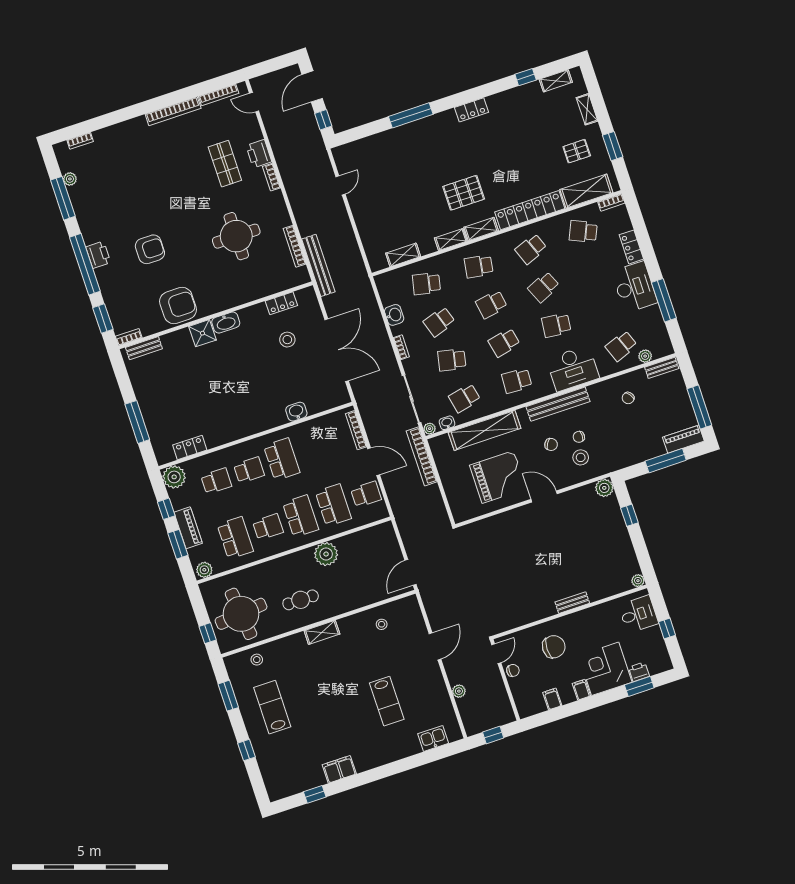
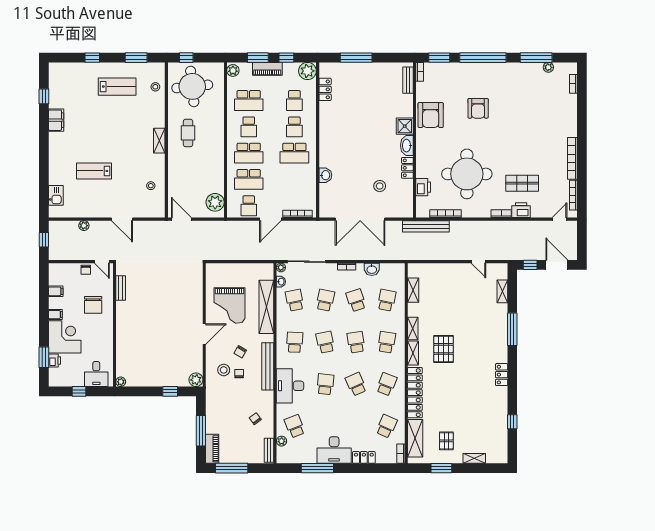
shelving: (556, 81) -> (502, 291), moved
round table: (236, 236) -> (467, 174), width x1.36, depth x1.36
school desk: (531, 249) -> (387, 384), turned 42
printer: (98, 255) -> (423, 187), moved, turned -90
locker: (281, 303) -> (407, 168), moved
bookcase: (422, 456) -> (263, 255), removed
plant: (326, 554) -> (215, 202), moved
bench: (572, 603) -> (121, 288), moved

